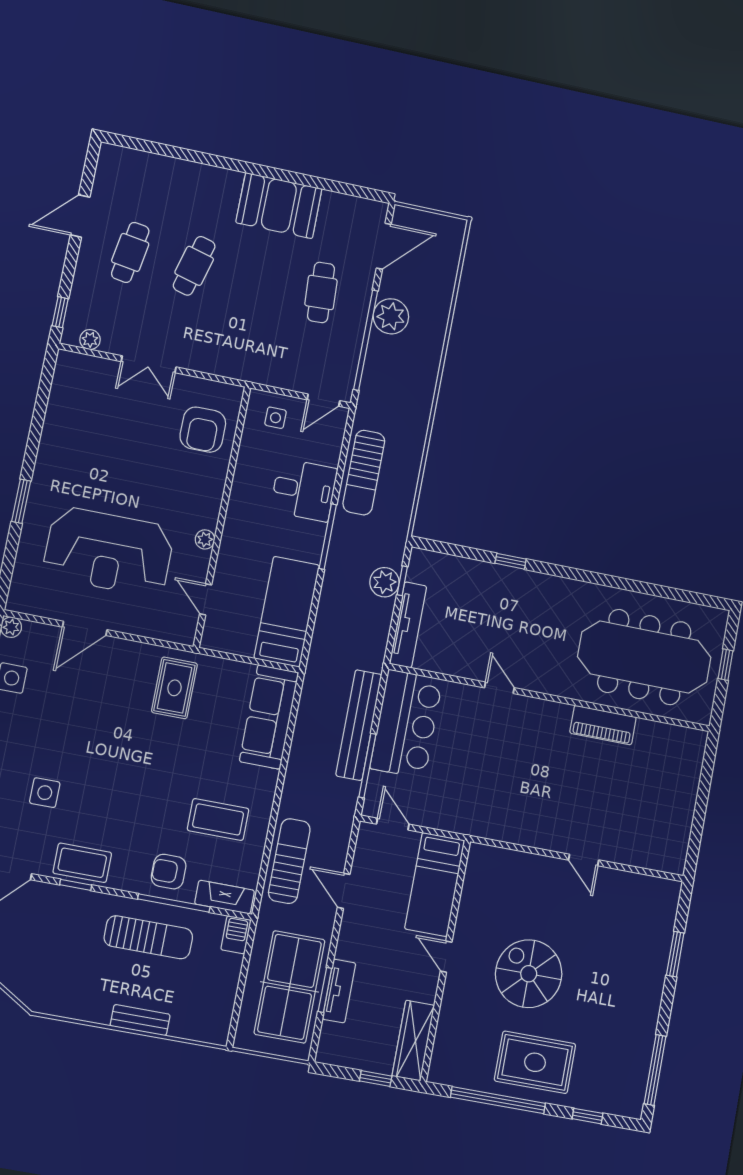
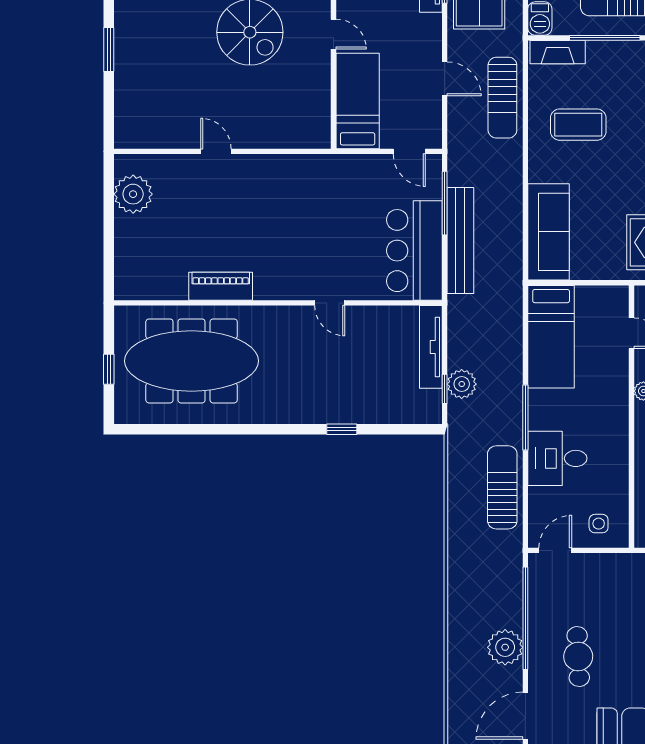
plant: (672, 833) -> (133, 194), added
armchair: (169, 872) -> (616, 66), removed
window: (675, 954) -> (109, 49), moved

